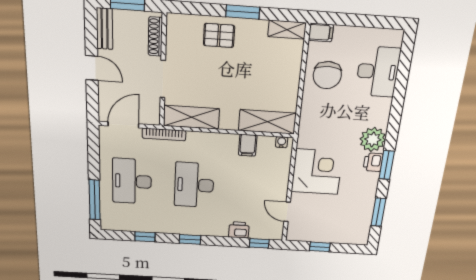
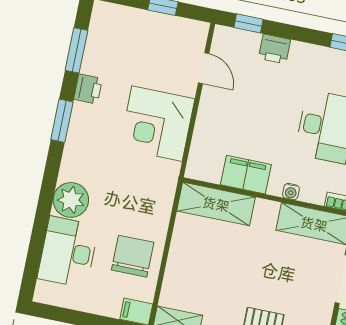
plant: (373, 139) -> (71, 200), moved
water cooler: (282, 142) -> (291, 192), moved
filing cabinet: (248, 145) -> (246, 175), width x2.00
printer: (373, 162) -> (88, 89), moved

